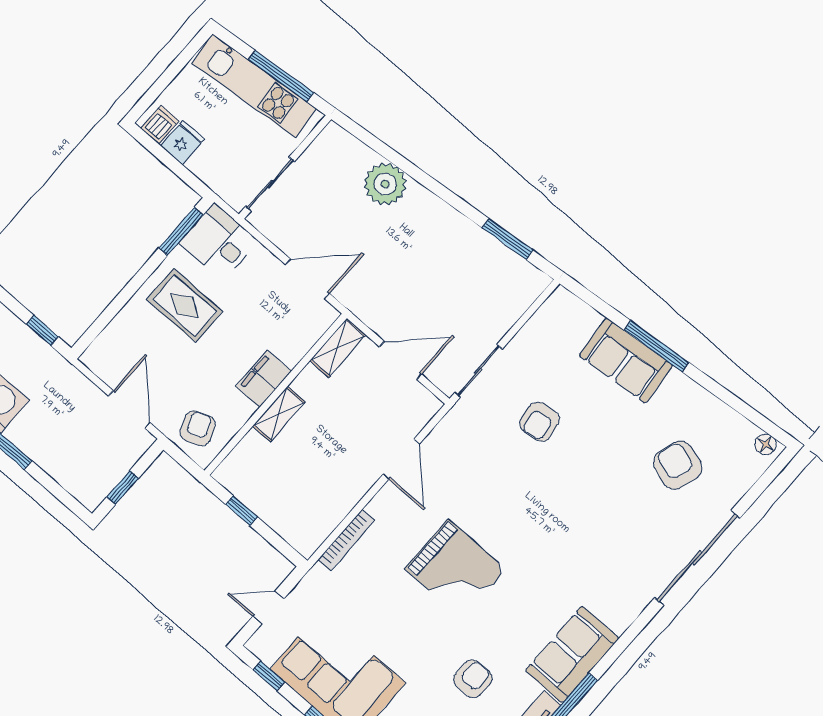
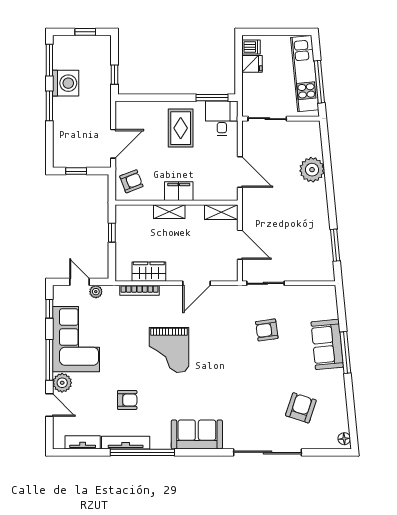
wardrobe: (333, 507) -> (149, 272), added
plant: (299, 597) -> (96, 292), added
sofa: (572, 654) -> (197, 434), moved

